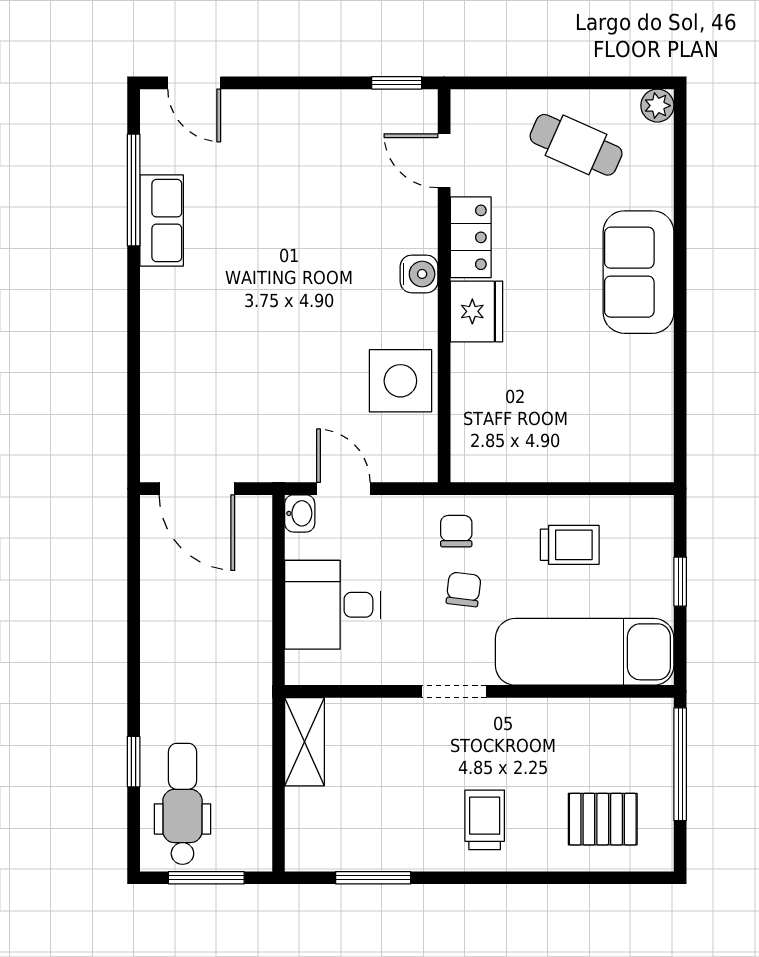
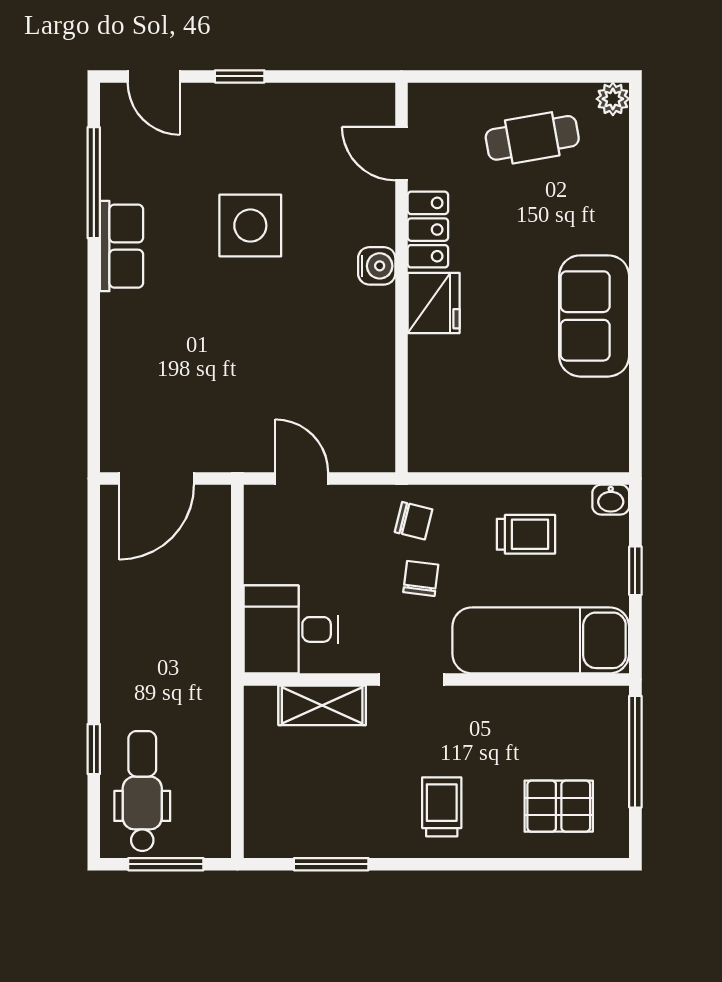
window: (397, 83) -> (240, 76), moved
cafe table: (576, 145) -> (532, 138), turned -34
row of seats: (162, 221) -> (122, 246), moved
sofa: (639, 272) -> (594, 316), moved
side table: (400, 381) -> (250, 226), moved
door: (197, 489) -> (157, 479), hinge flipped
washbasin: (300, 513) -> (611, 500), moved, turned 90
chair: (456, 531) -> (414, 521), turned 104
desk: (333, 605) -> (291, 629), moved
shelving: (305, 742) -> (322, 705), moved, turned 90

